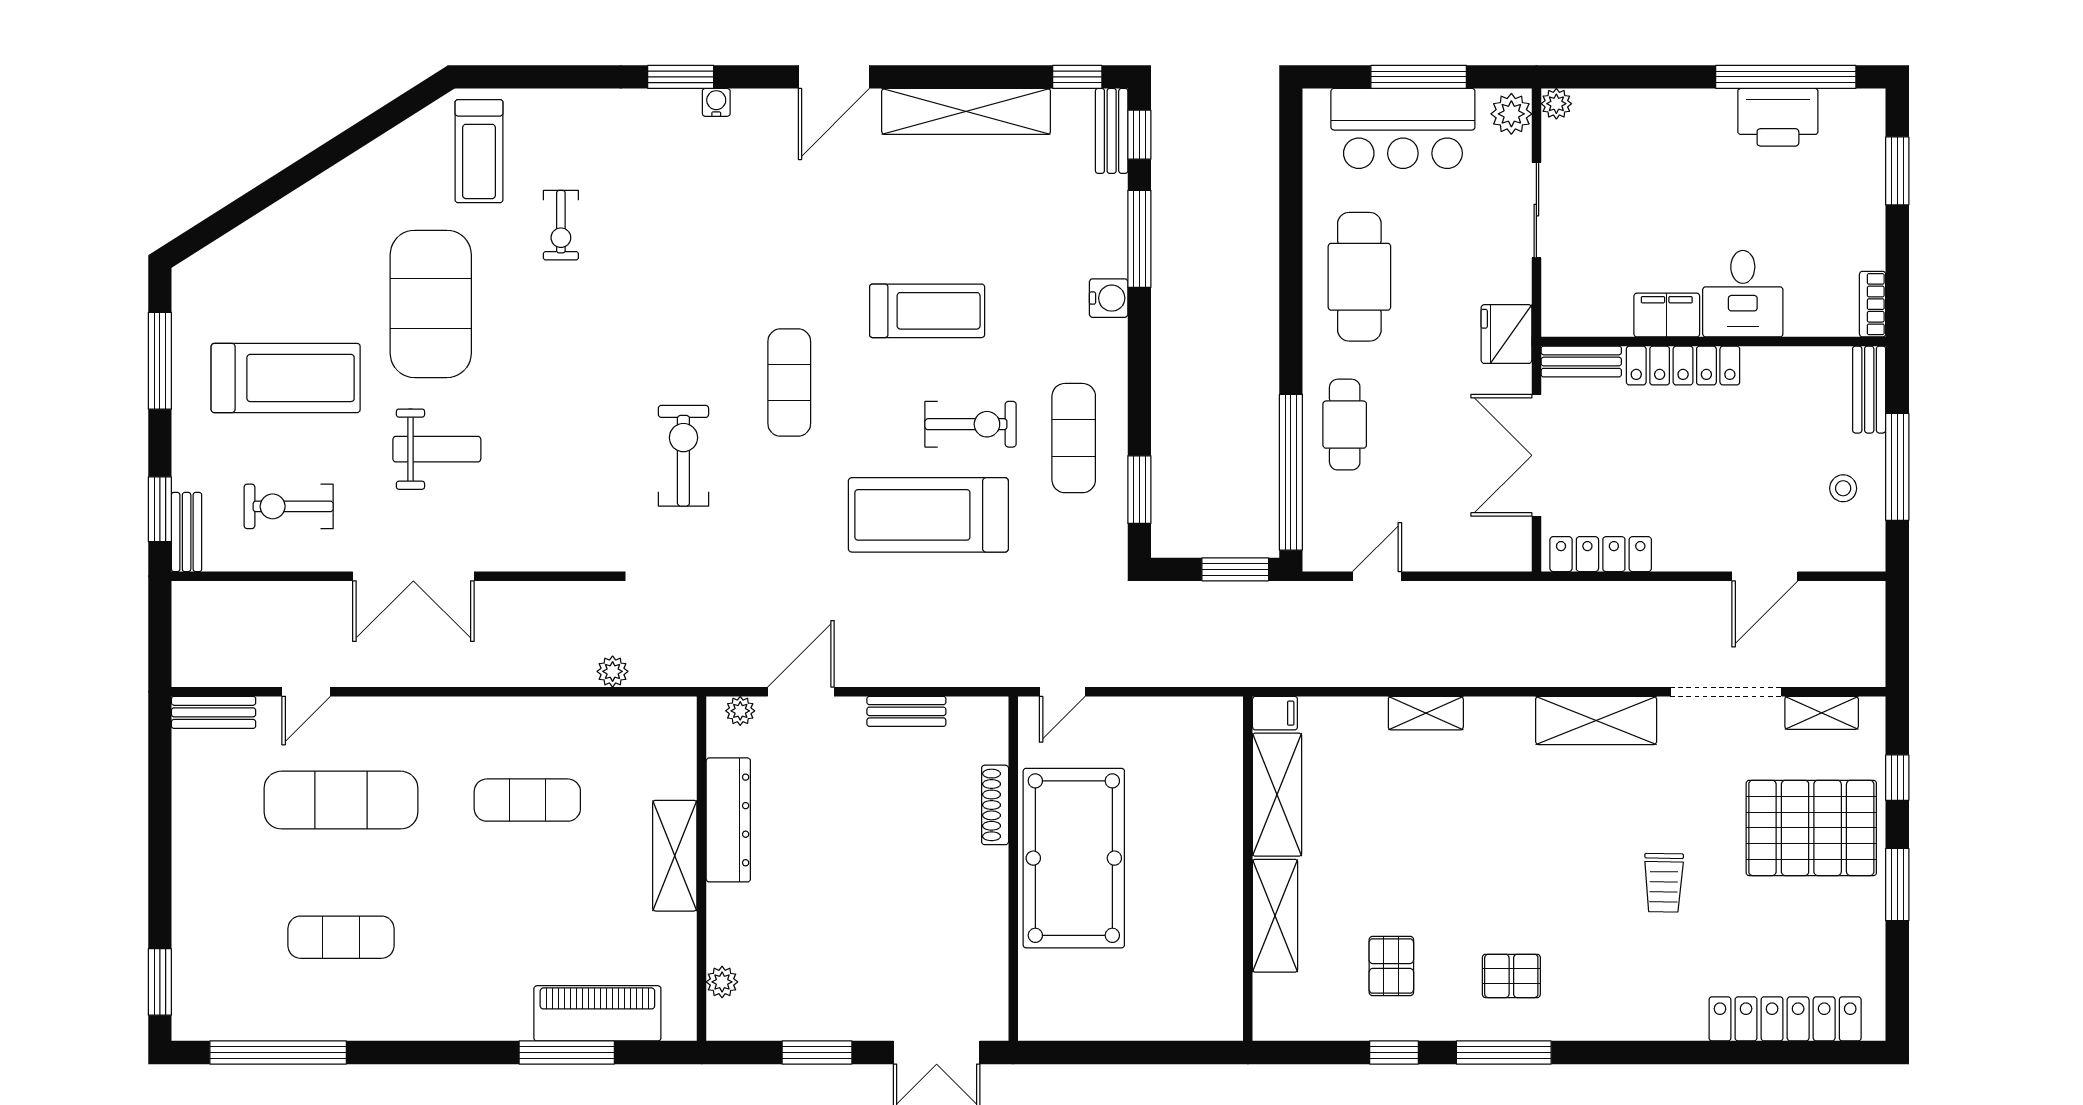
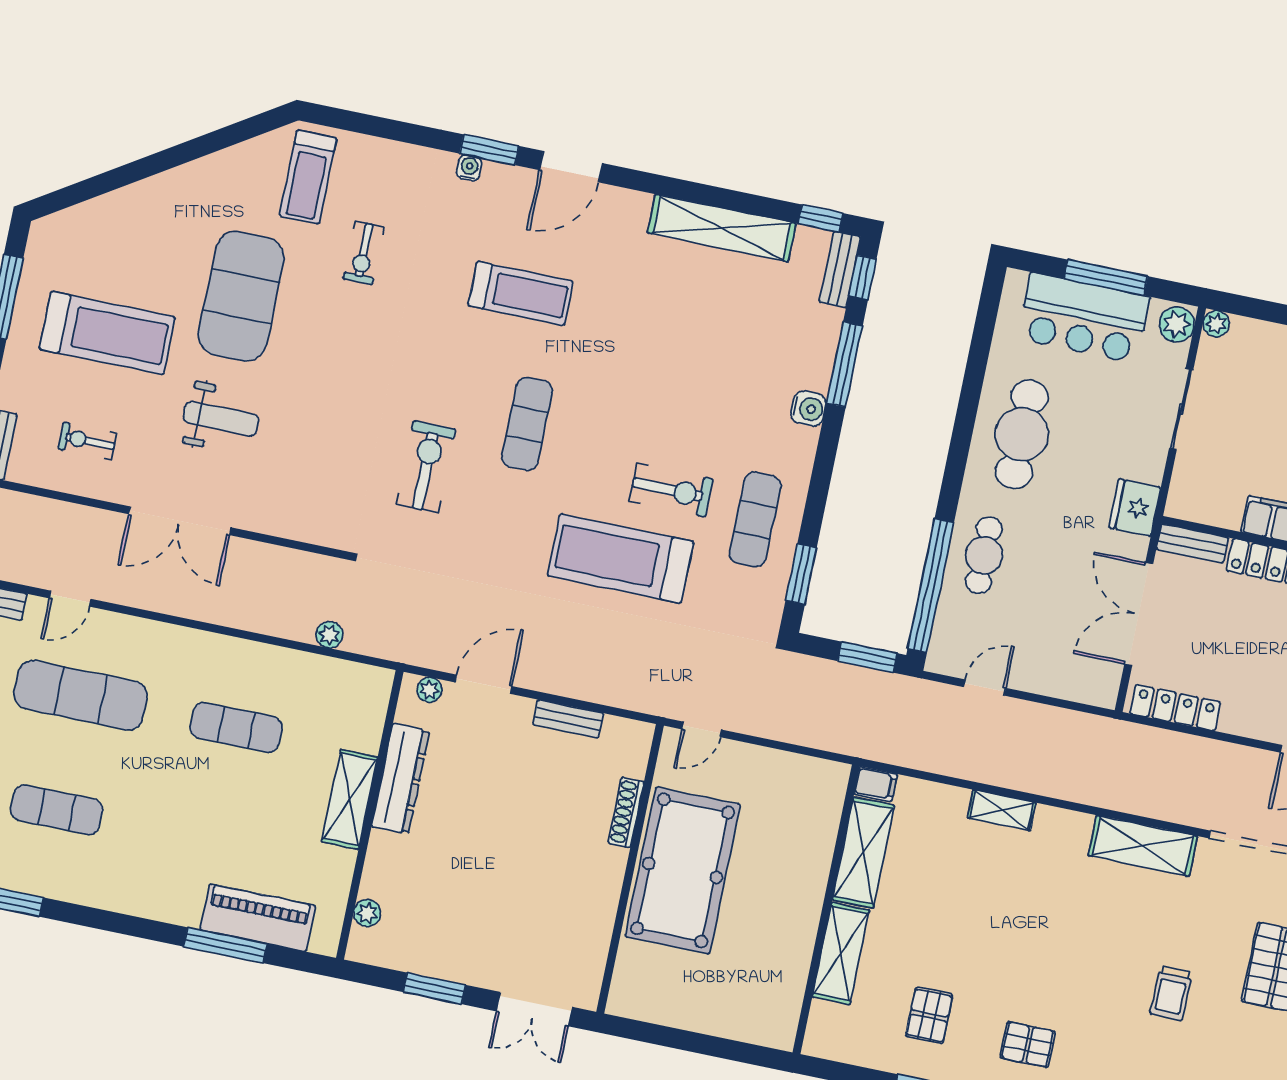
door: (834, 77) -> (571, 167), moved
water cooler: (716, 102) -> (469, 168), moved
treadmill: (927, 311) -> (521, 293), moved
exercise bike: (289, 506) -> (88, 441), width x0.73, depth x0.72

